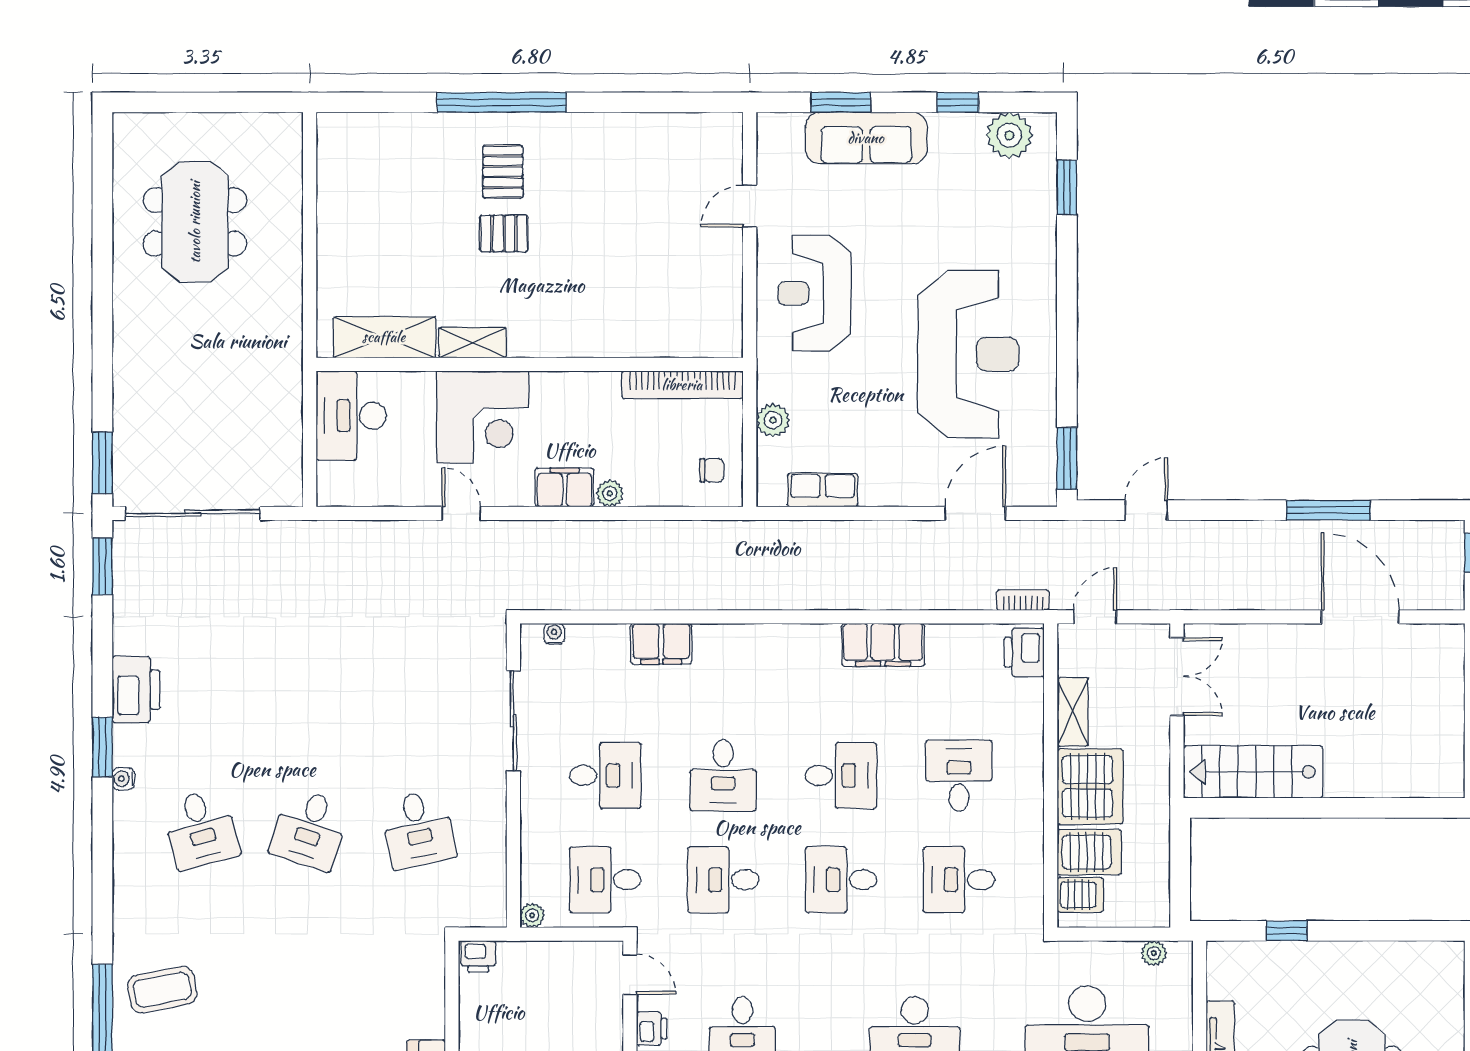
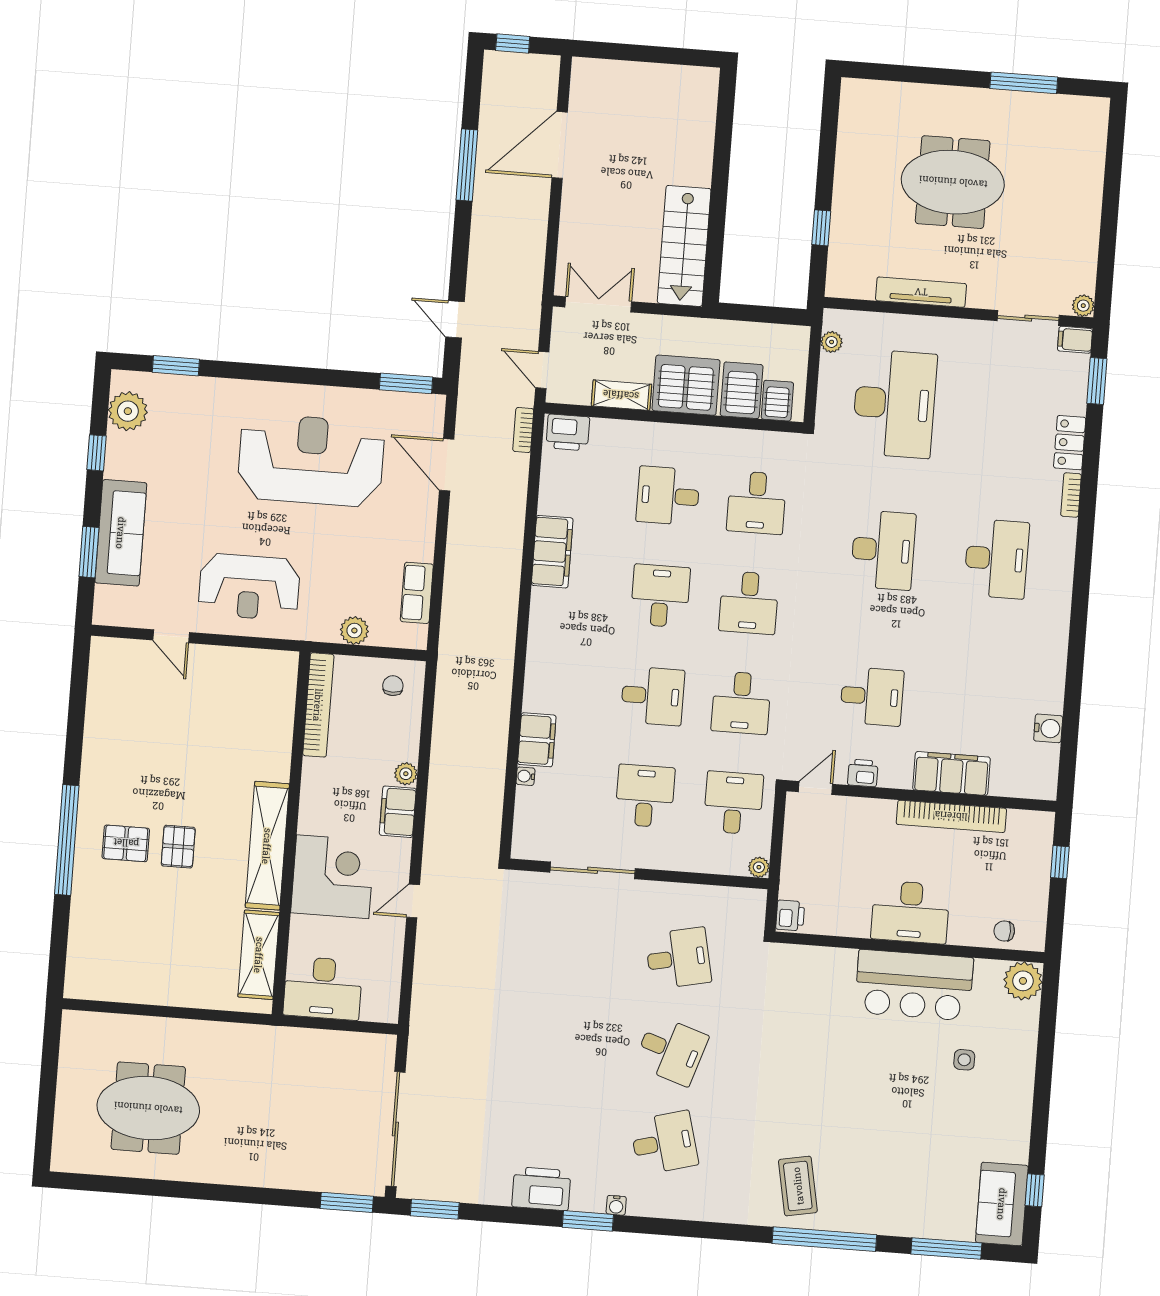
shelving: (472, 343) -> (267, 846), width x2.20, depth x1.33
water cooler: (554, 634) -> (525, 776), moved
desk: (605, 880) -> (733, 803), turned 180

